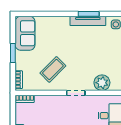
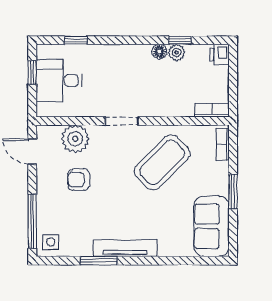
tv unit: (88, 21) -> (125, 248), moved
armchair: (100, 60) -> (79, 180), added
coffee table: (53, 69) -> (162, 162), width x1.36, depth x1.32

